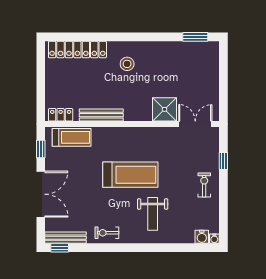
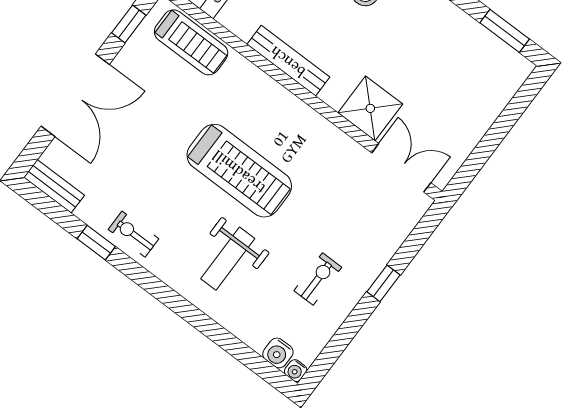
bench: (101, 115) -> (288, 61), moved
window: (223, 161) -> (383, 283), moved
exercise bike: (204, 185) -> (318, 279), moved
bench: (66, 238) -> (54, 186), width x0.73
window: (60, 248) -> (96, 243), moved

